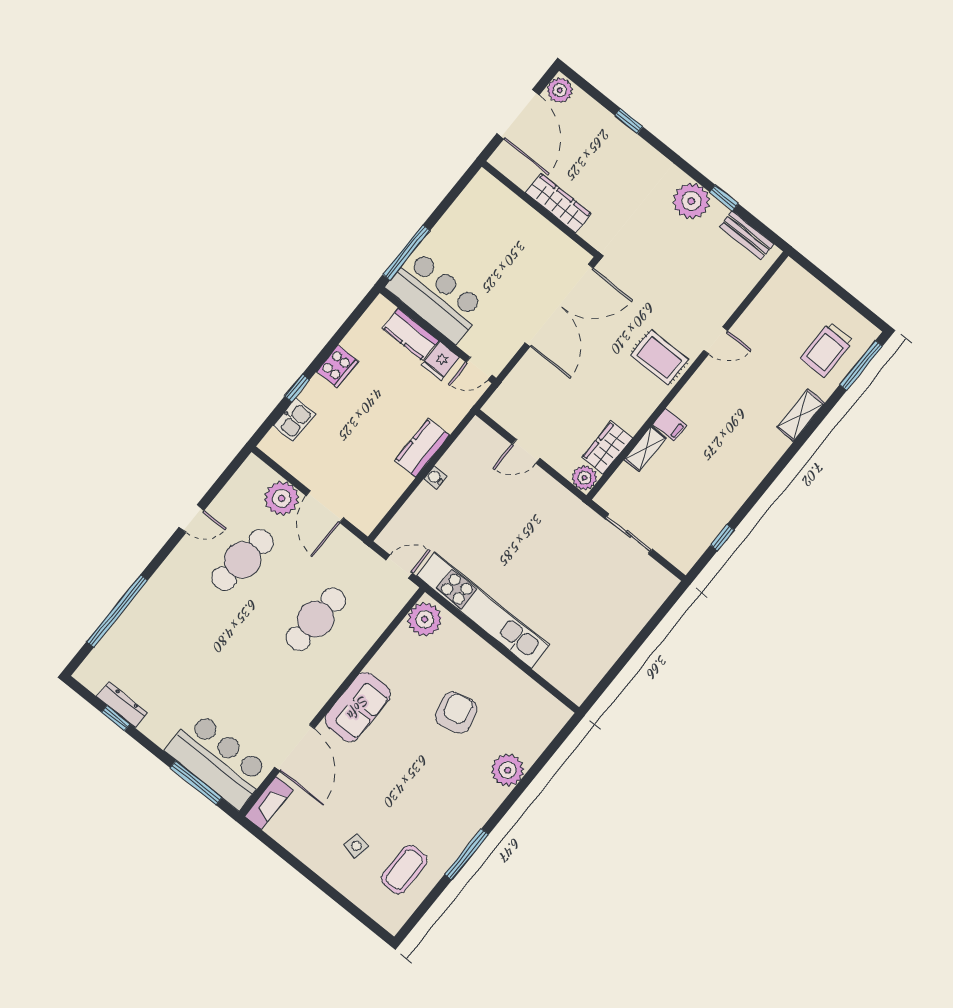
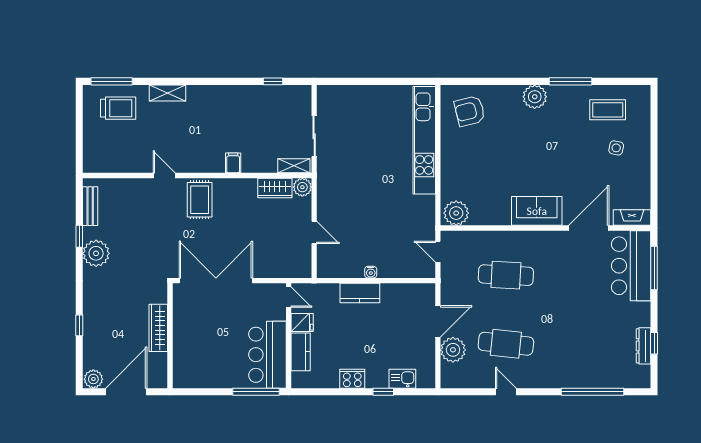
shelving: (645, 449) -> (294, 166), moved
kitchen unit: (483, 610) -> (424, 140), moved
armchair: (456, 713) -> (470, 111), moved
plant: (508, 770) -> (535, 97), moved

